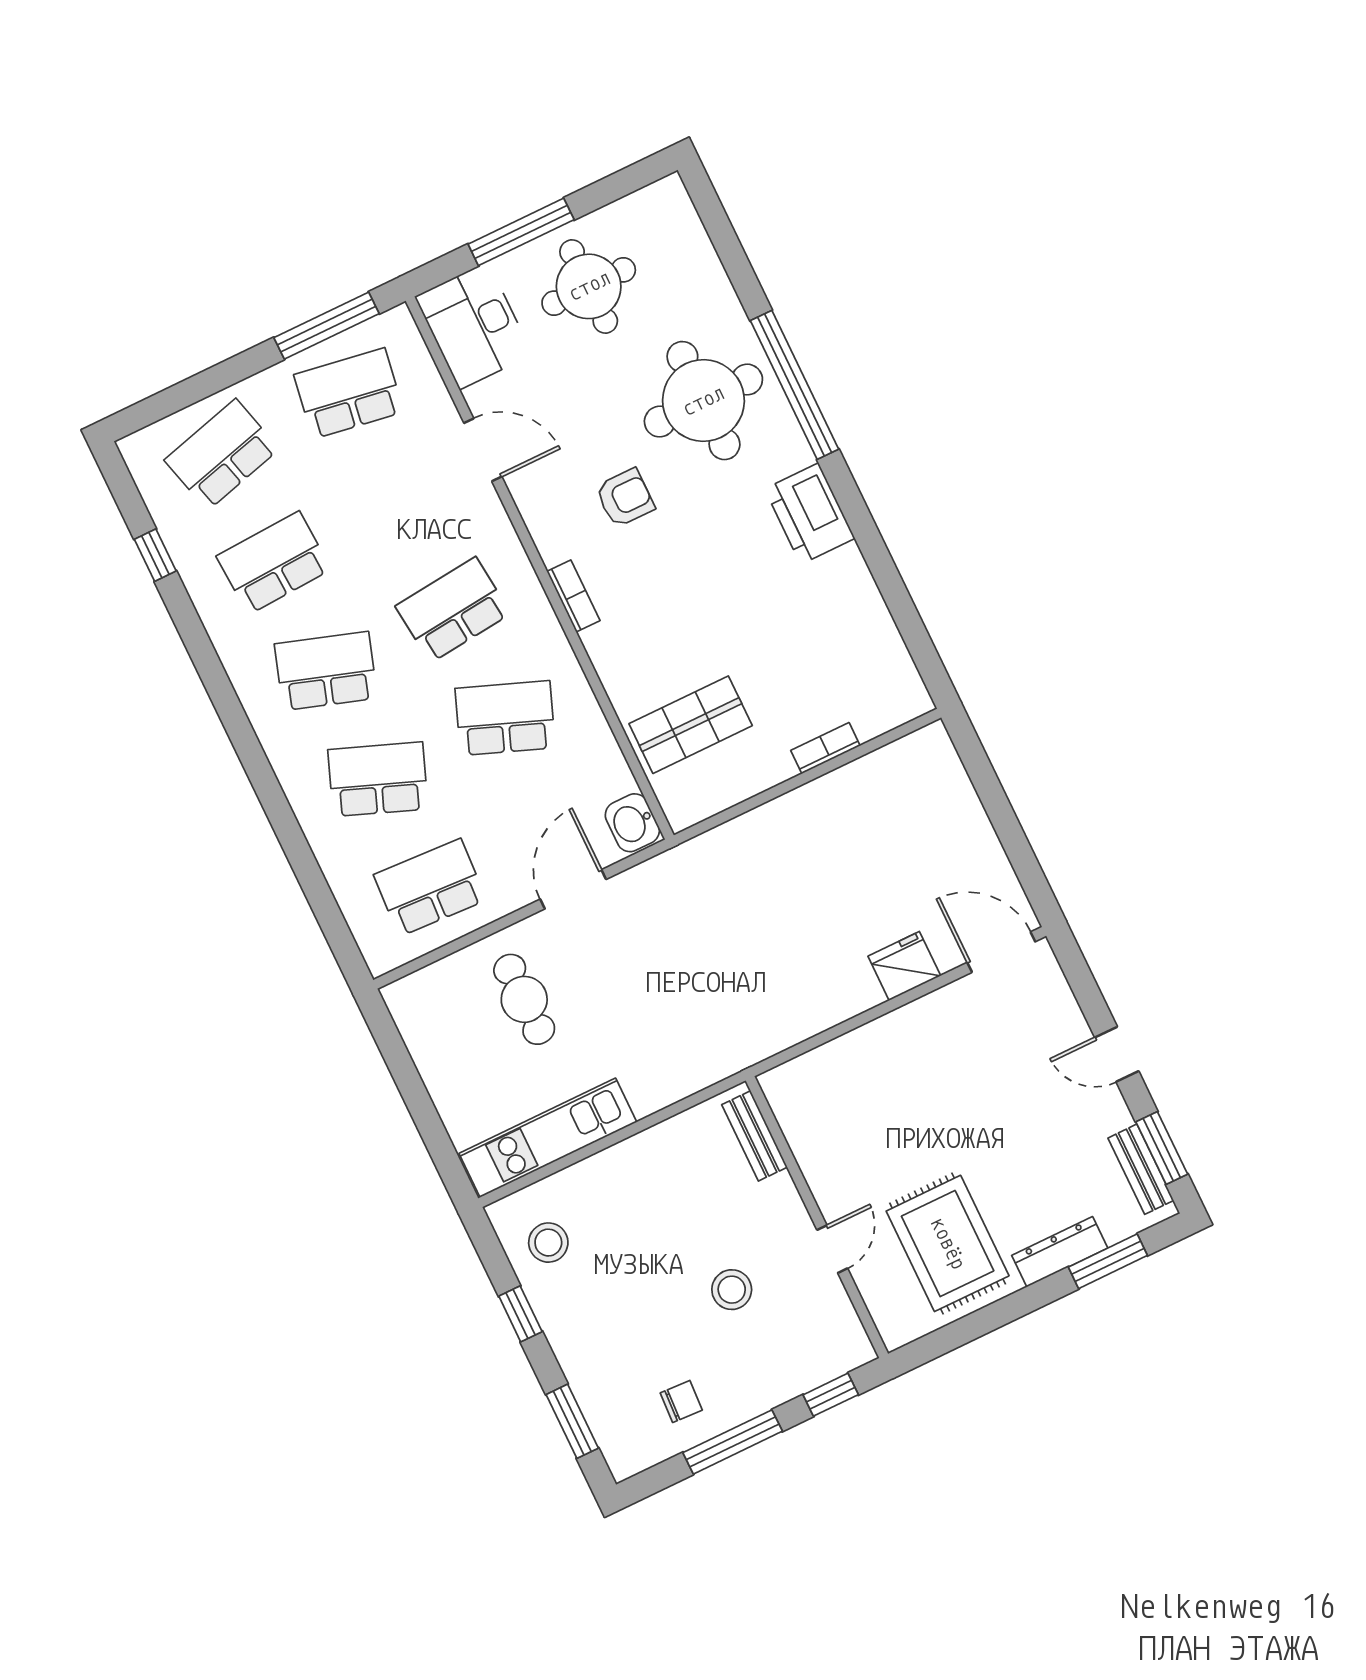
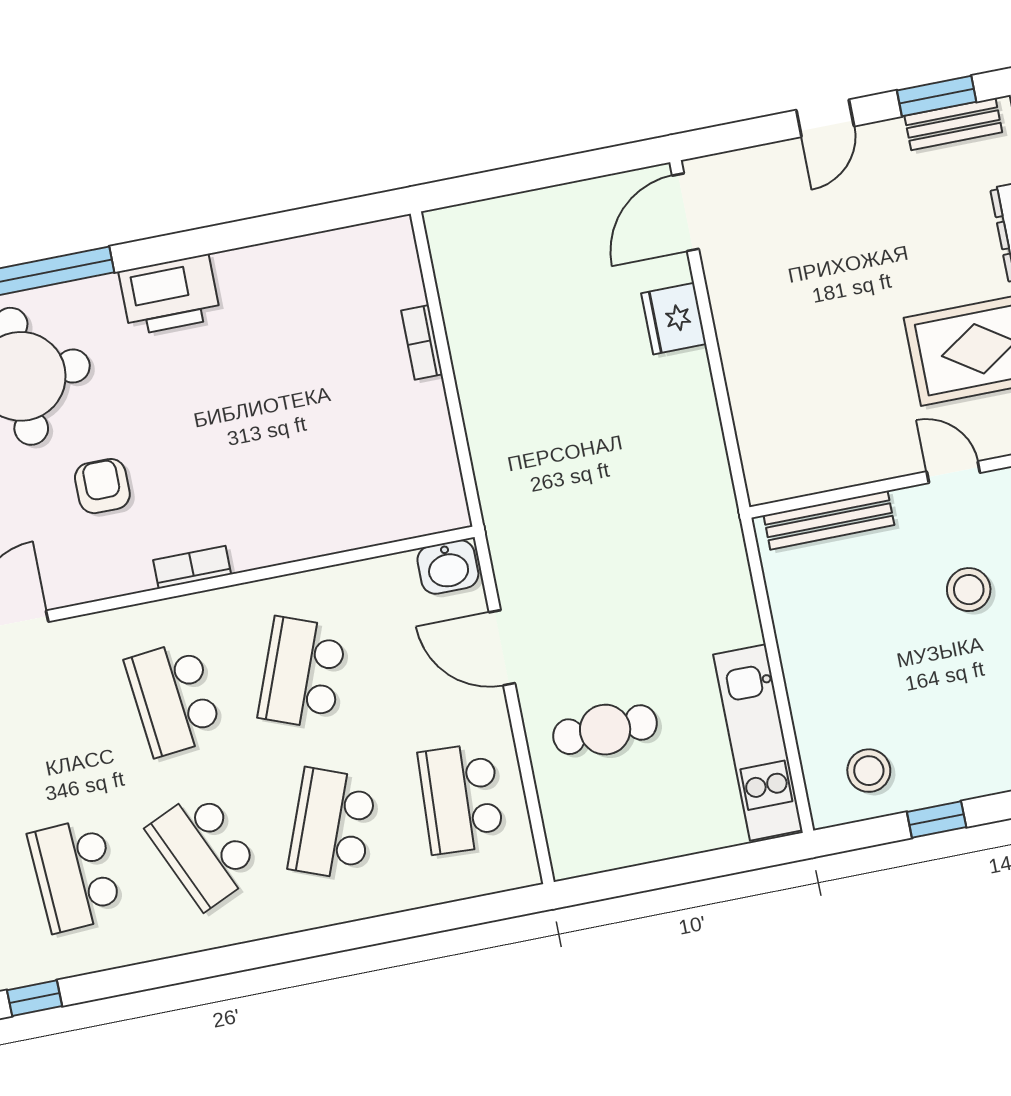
school desk: (326, 671) -> (204, 850), turned -42
shop shelf: (691, 725) -> (360, 479), removed
bench: (755, 1136) -> (829, 520), width x1.36

